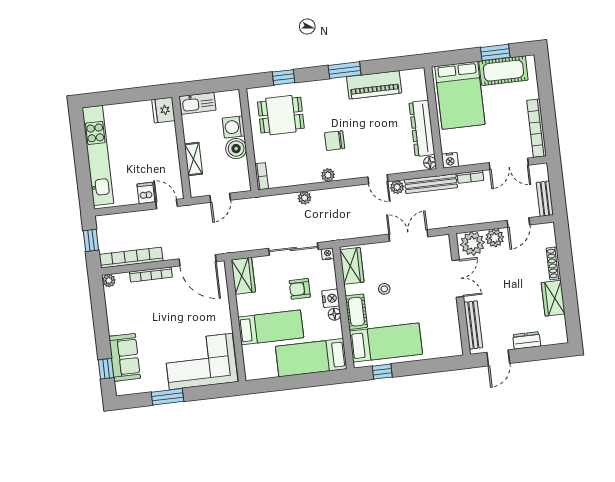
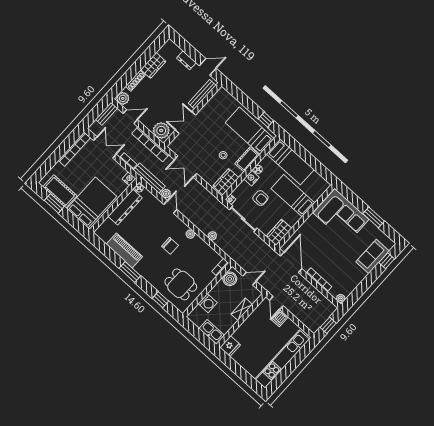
boiler: (236, 149) -> (230, 279), moved
plant: (495, 238) -> (123, 98), moved
bookcase: (131, 258) -> (150, 144), moved

